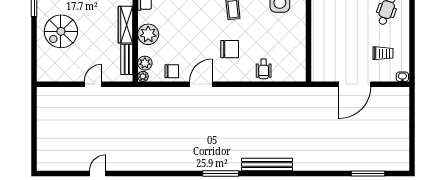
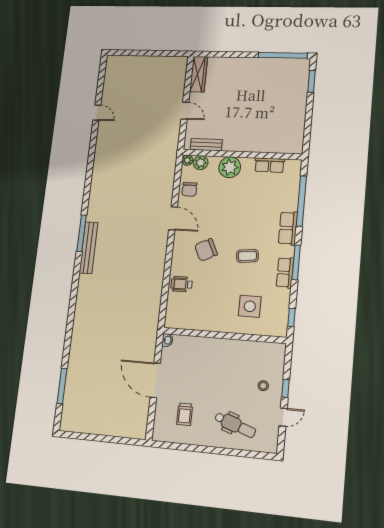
wardrobe: (125, 25) -> (199, 74), moved, turned 90
spiral stairs: (61, 31) -> (241, 81), removed
chair: (230, 49) -> (206, 250), turned 64
washbasin: (402, 77) -> (167, 340), moved
bench: (267, 164) -> (89, 248), moved

